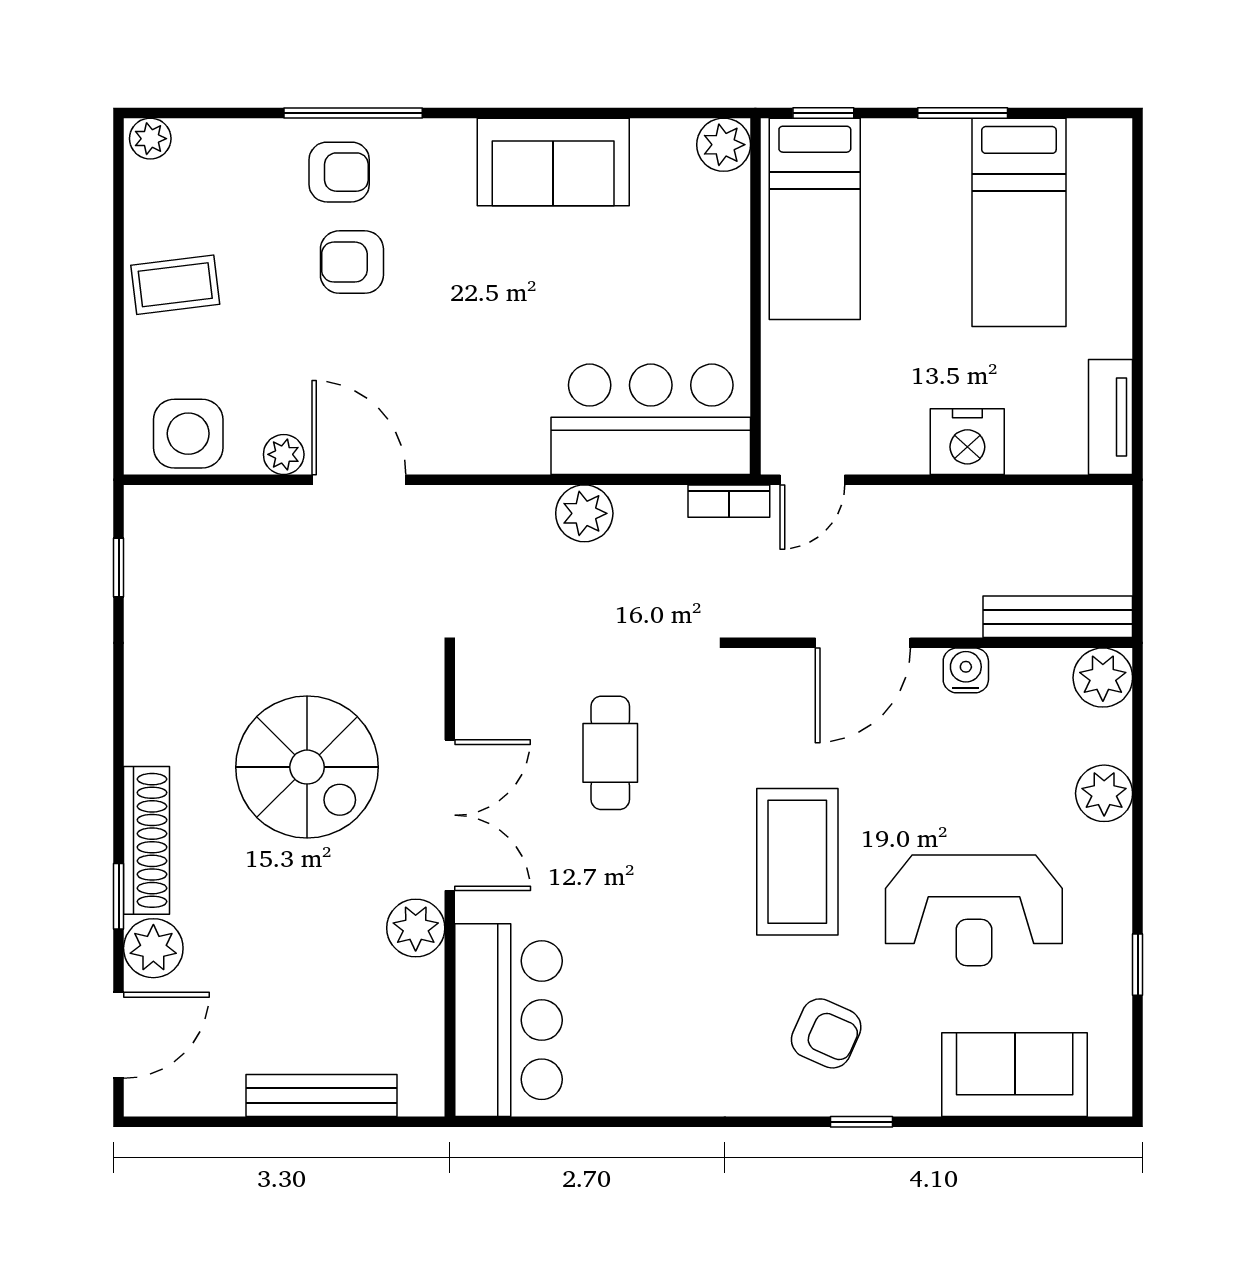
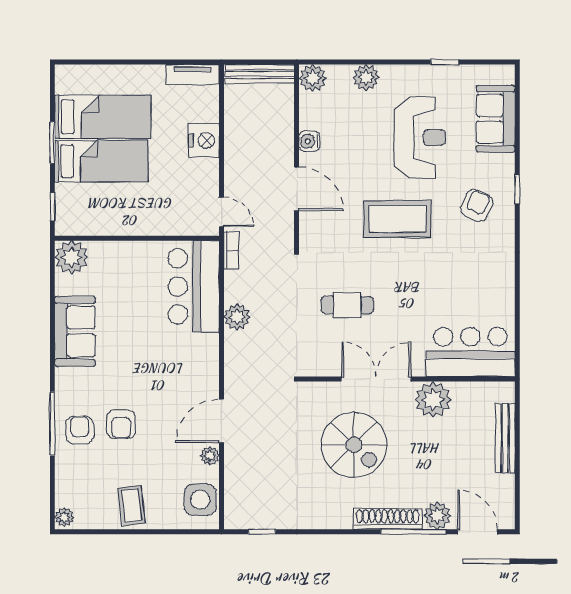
plant: (724, 145) -> (72, 257), width x1.36, depth x1.36
bed: (815, 219) -> (101, 161), moved
bench: (1058, 617) -> (260, 74), moved, turned 90
spiral stairs: (307, 767) -> (354, 445), turned 90
window: (119, 896) -> (413, 532), width x2.17
plant: (416, 928) -> (433, 400), width x1.36, depth x1.36

